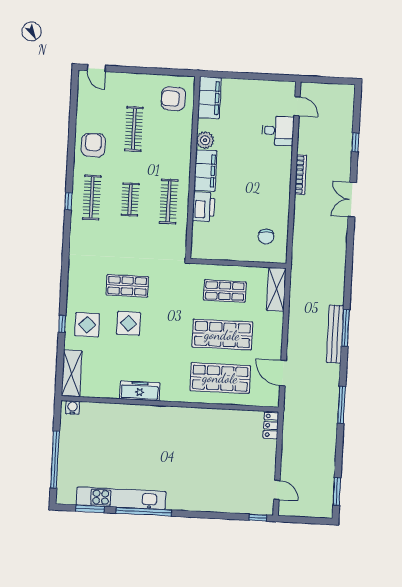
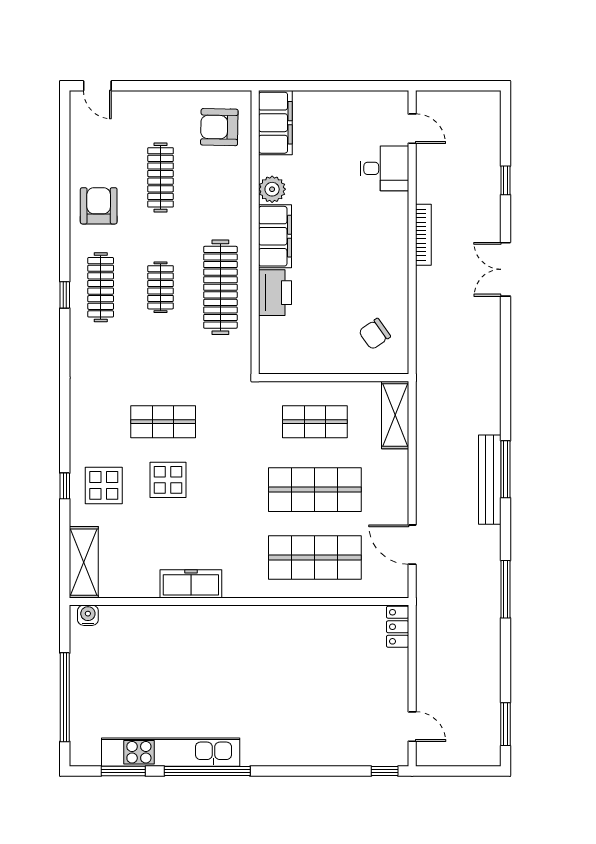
clothes rail: (169, 201) -> (220, 287), width x1.37, depth x1.31
chair: (266, 237) -> (375, 334), turned 55

